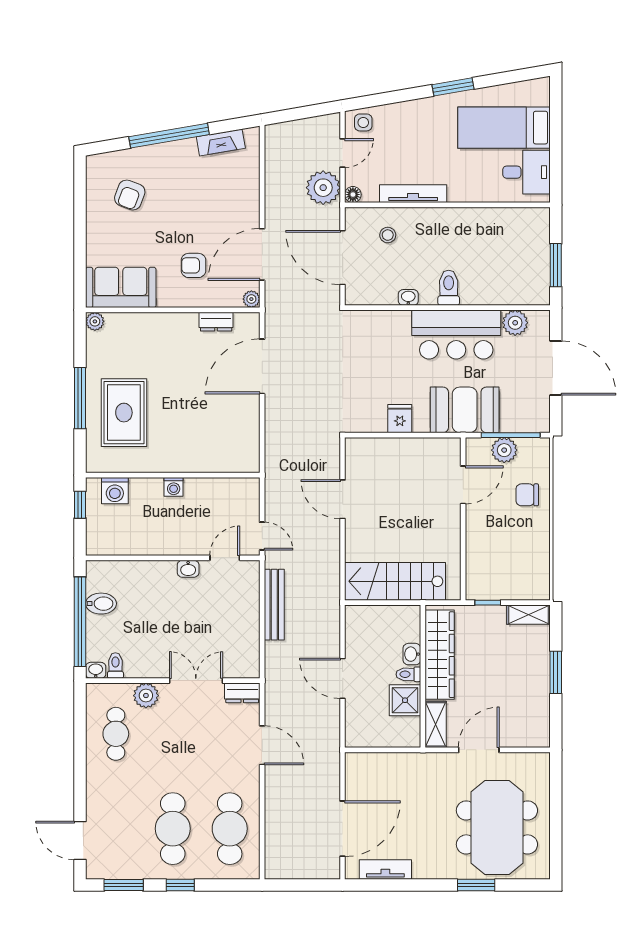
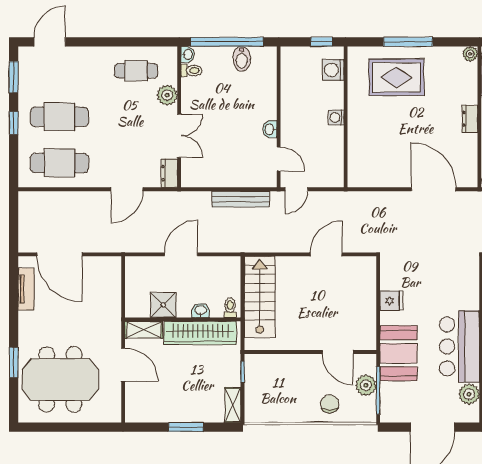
dresser: (216, 322) -> (470, 119), moved
toilet: (408, 674) -> (230, 308), moved

